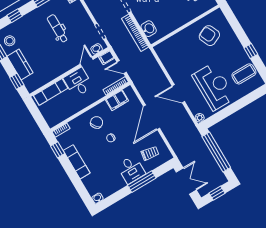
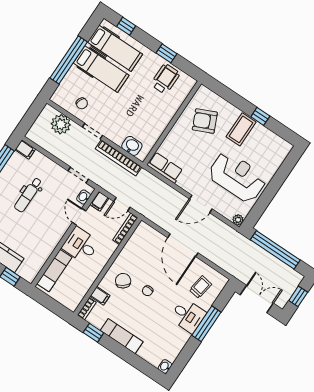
dental chair: (58, 29) -> (28, 195), turned -90
row of seats: (165, 55) -> (165, 168), added
coffee table: (244, 74) -> (241, 129), moved
filing cabinet: (117, 100) -> (100, 296), moved, width x0.50

